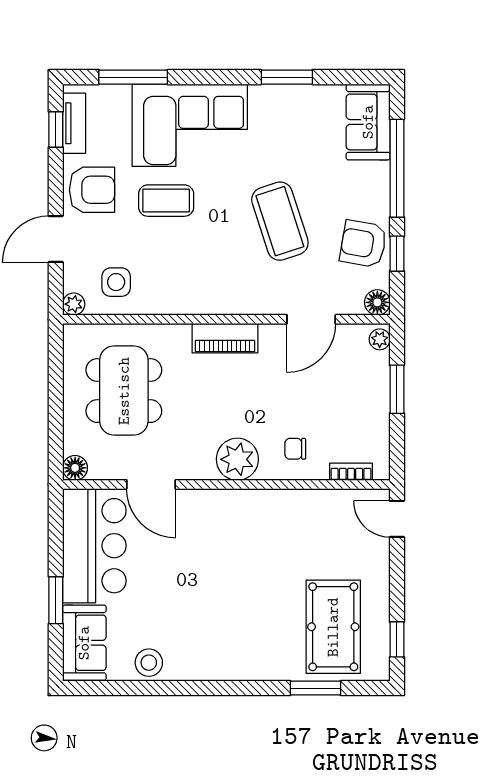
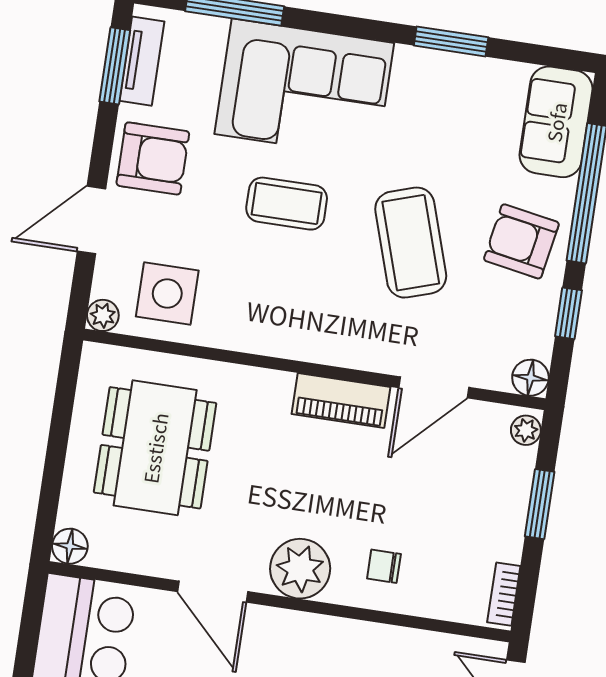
window: (56, 129) -> (115, 66), width x1.50
coffee table: (166, 201) -> (287, 204), moved
armchair: (363, 244) -> (521, 241), moved
side table: (116, 282) -> (167, 294), width x1.37, depth x1.37
piano: (225, 338) -> (341, 400), moved
bookcase: (351, 472) -> (504, 594), moved, turned -90
door: (151, 484) -> (213, 592), moved

